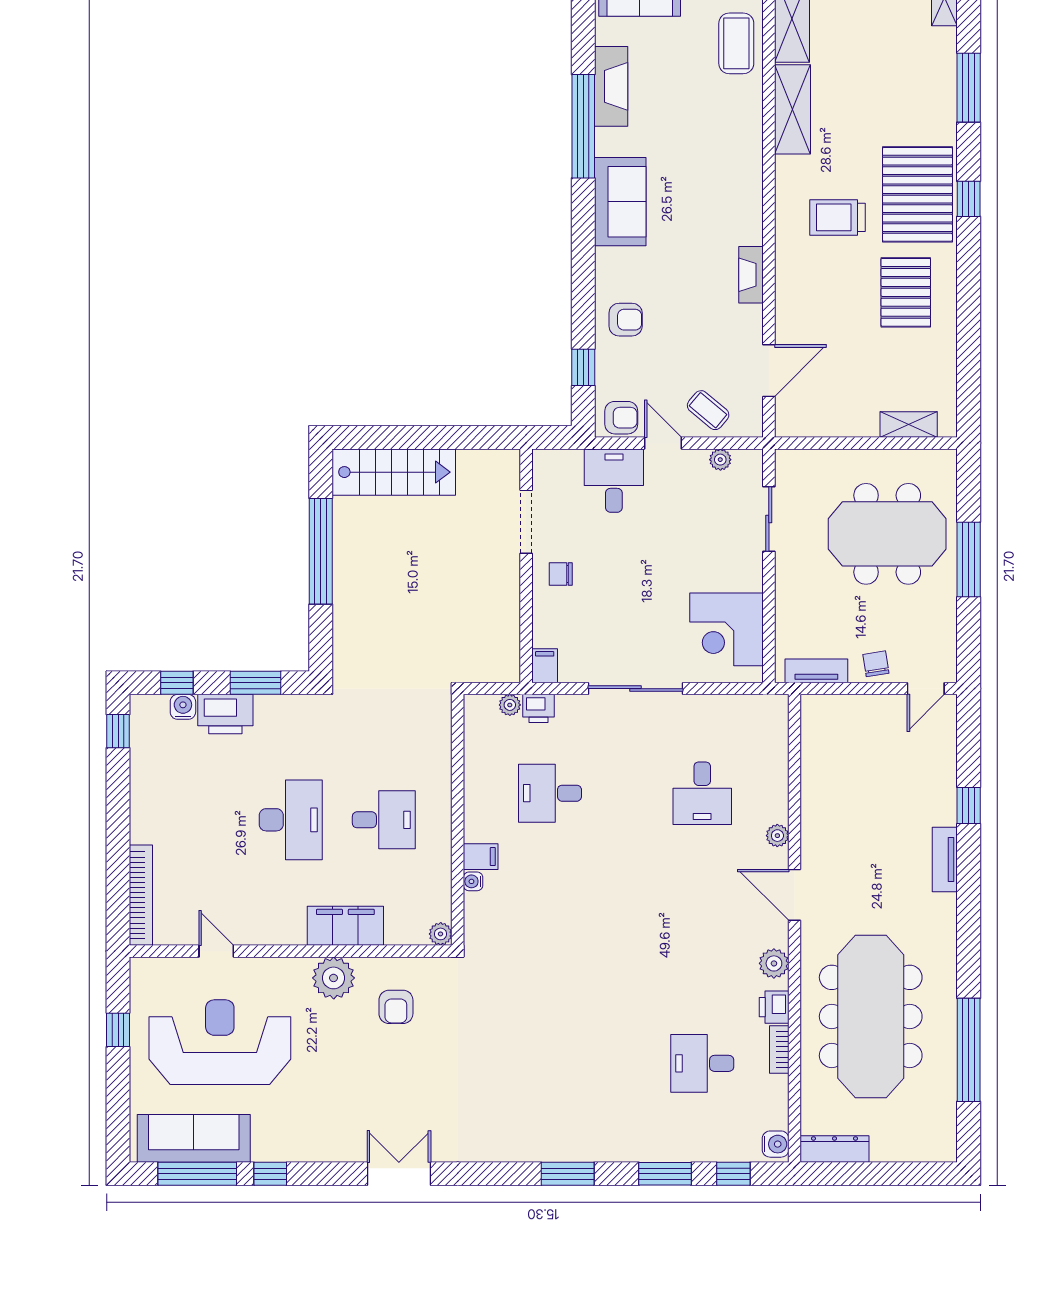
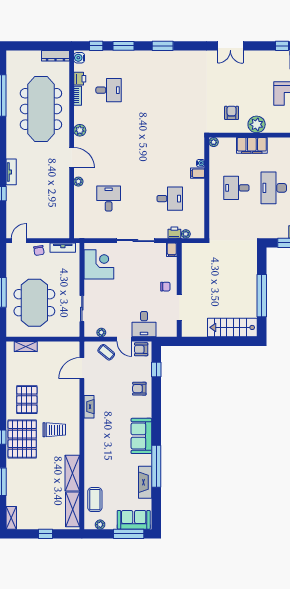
meeting table: (887, 534) -> (34, 303), turned 90
printer: (774, 1007) -> (80, 79), moved

